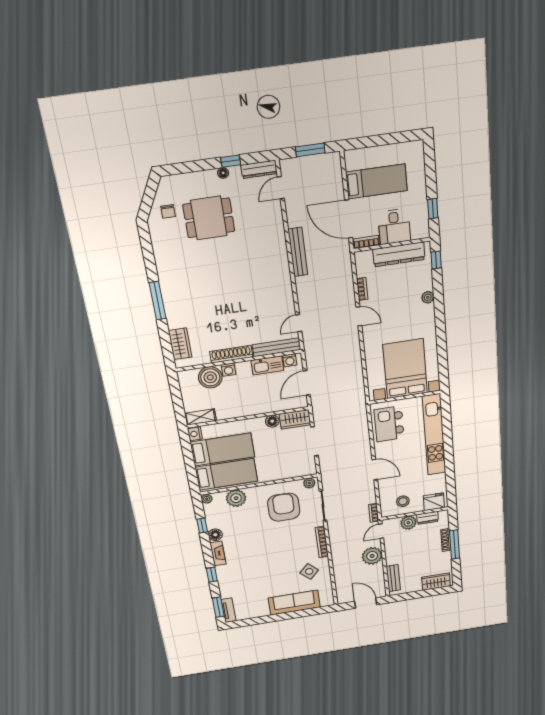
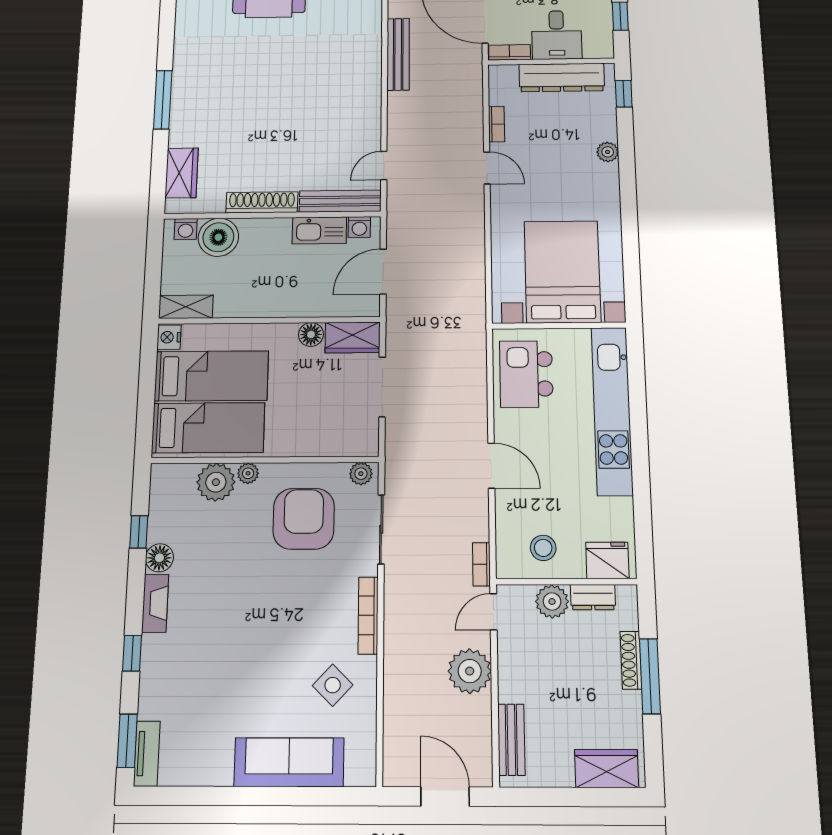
washing machine: (228, 370) -> (186, 229), moved
plant: (207, 499) -> (248, 473), moved

